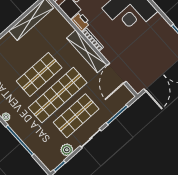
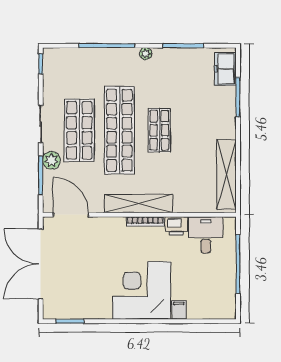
door: (117, 73) -> (71, 215), moved
shop shelf: (39, 74) -> (159, 130), width x0.70, depth x0.74
plant: (67, 150) -> (51, 160), moved

